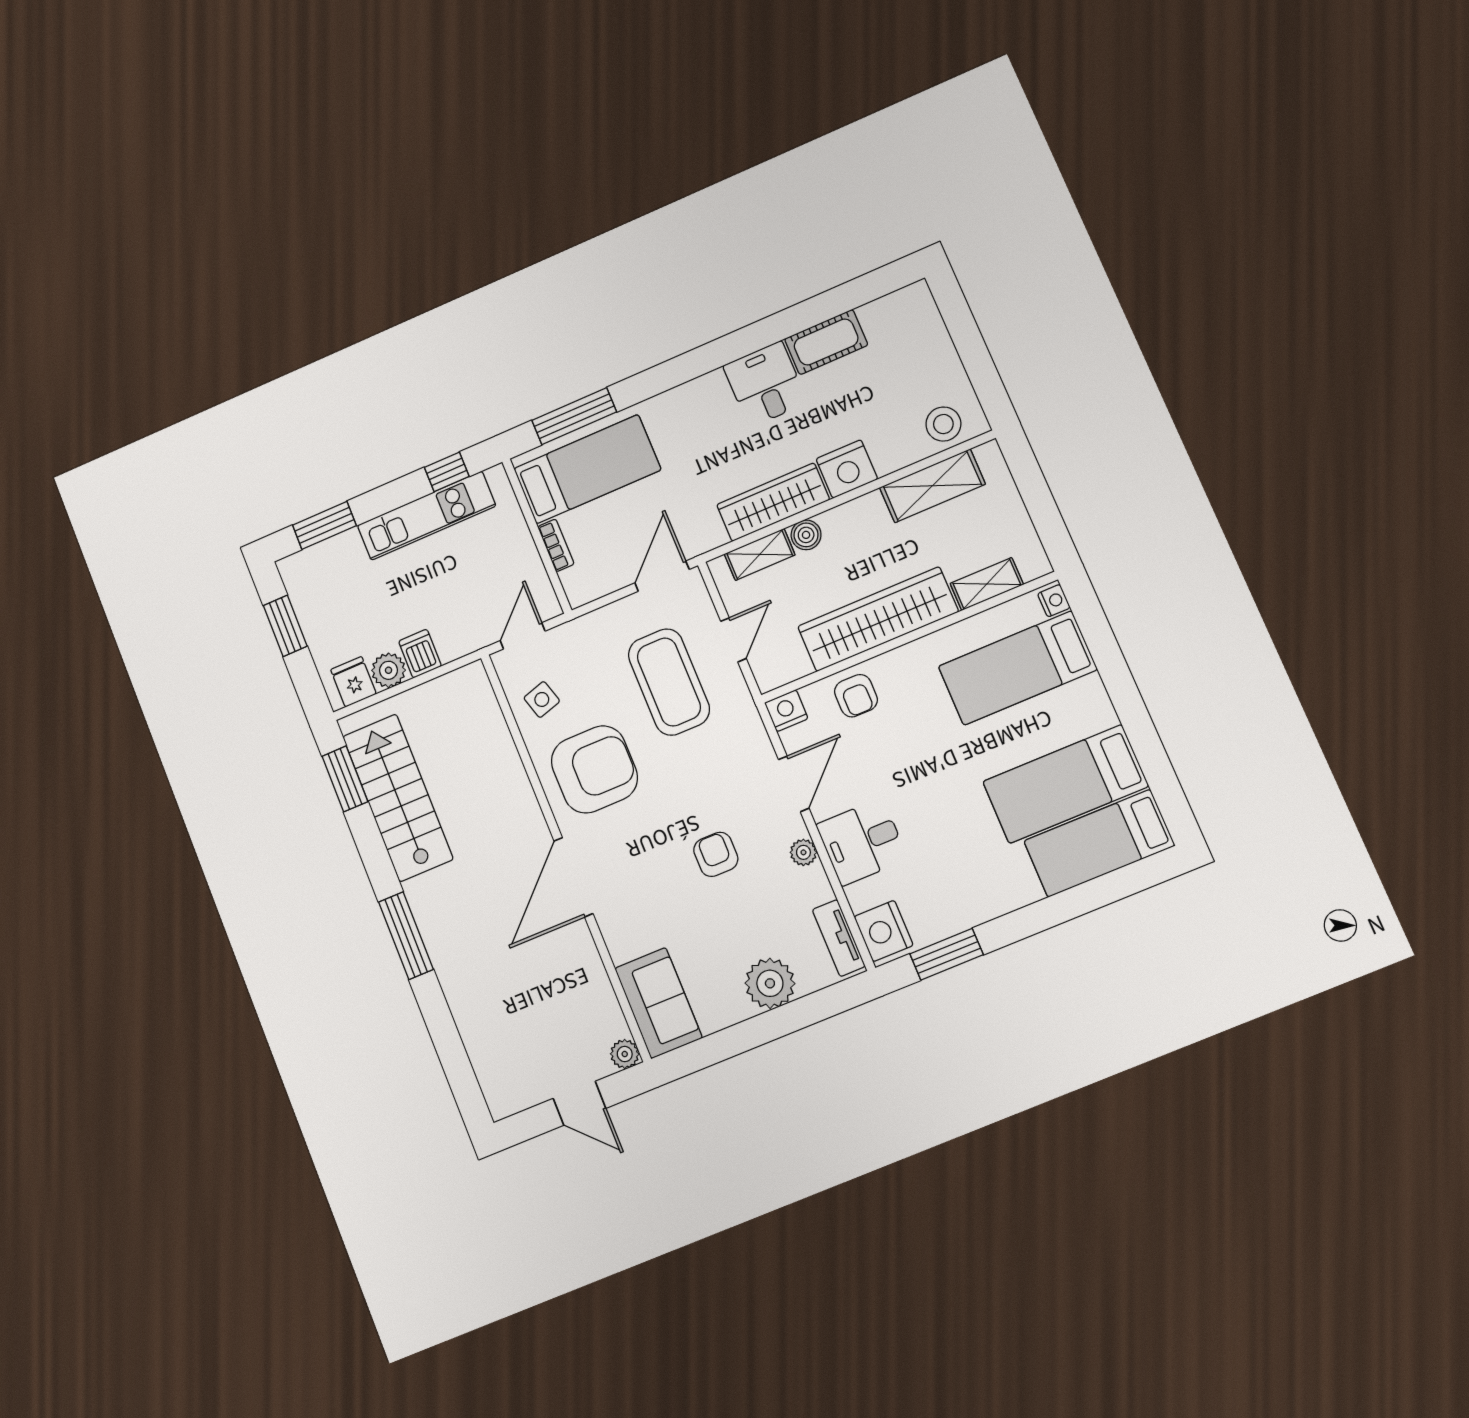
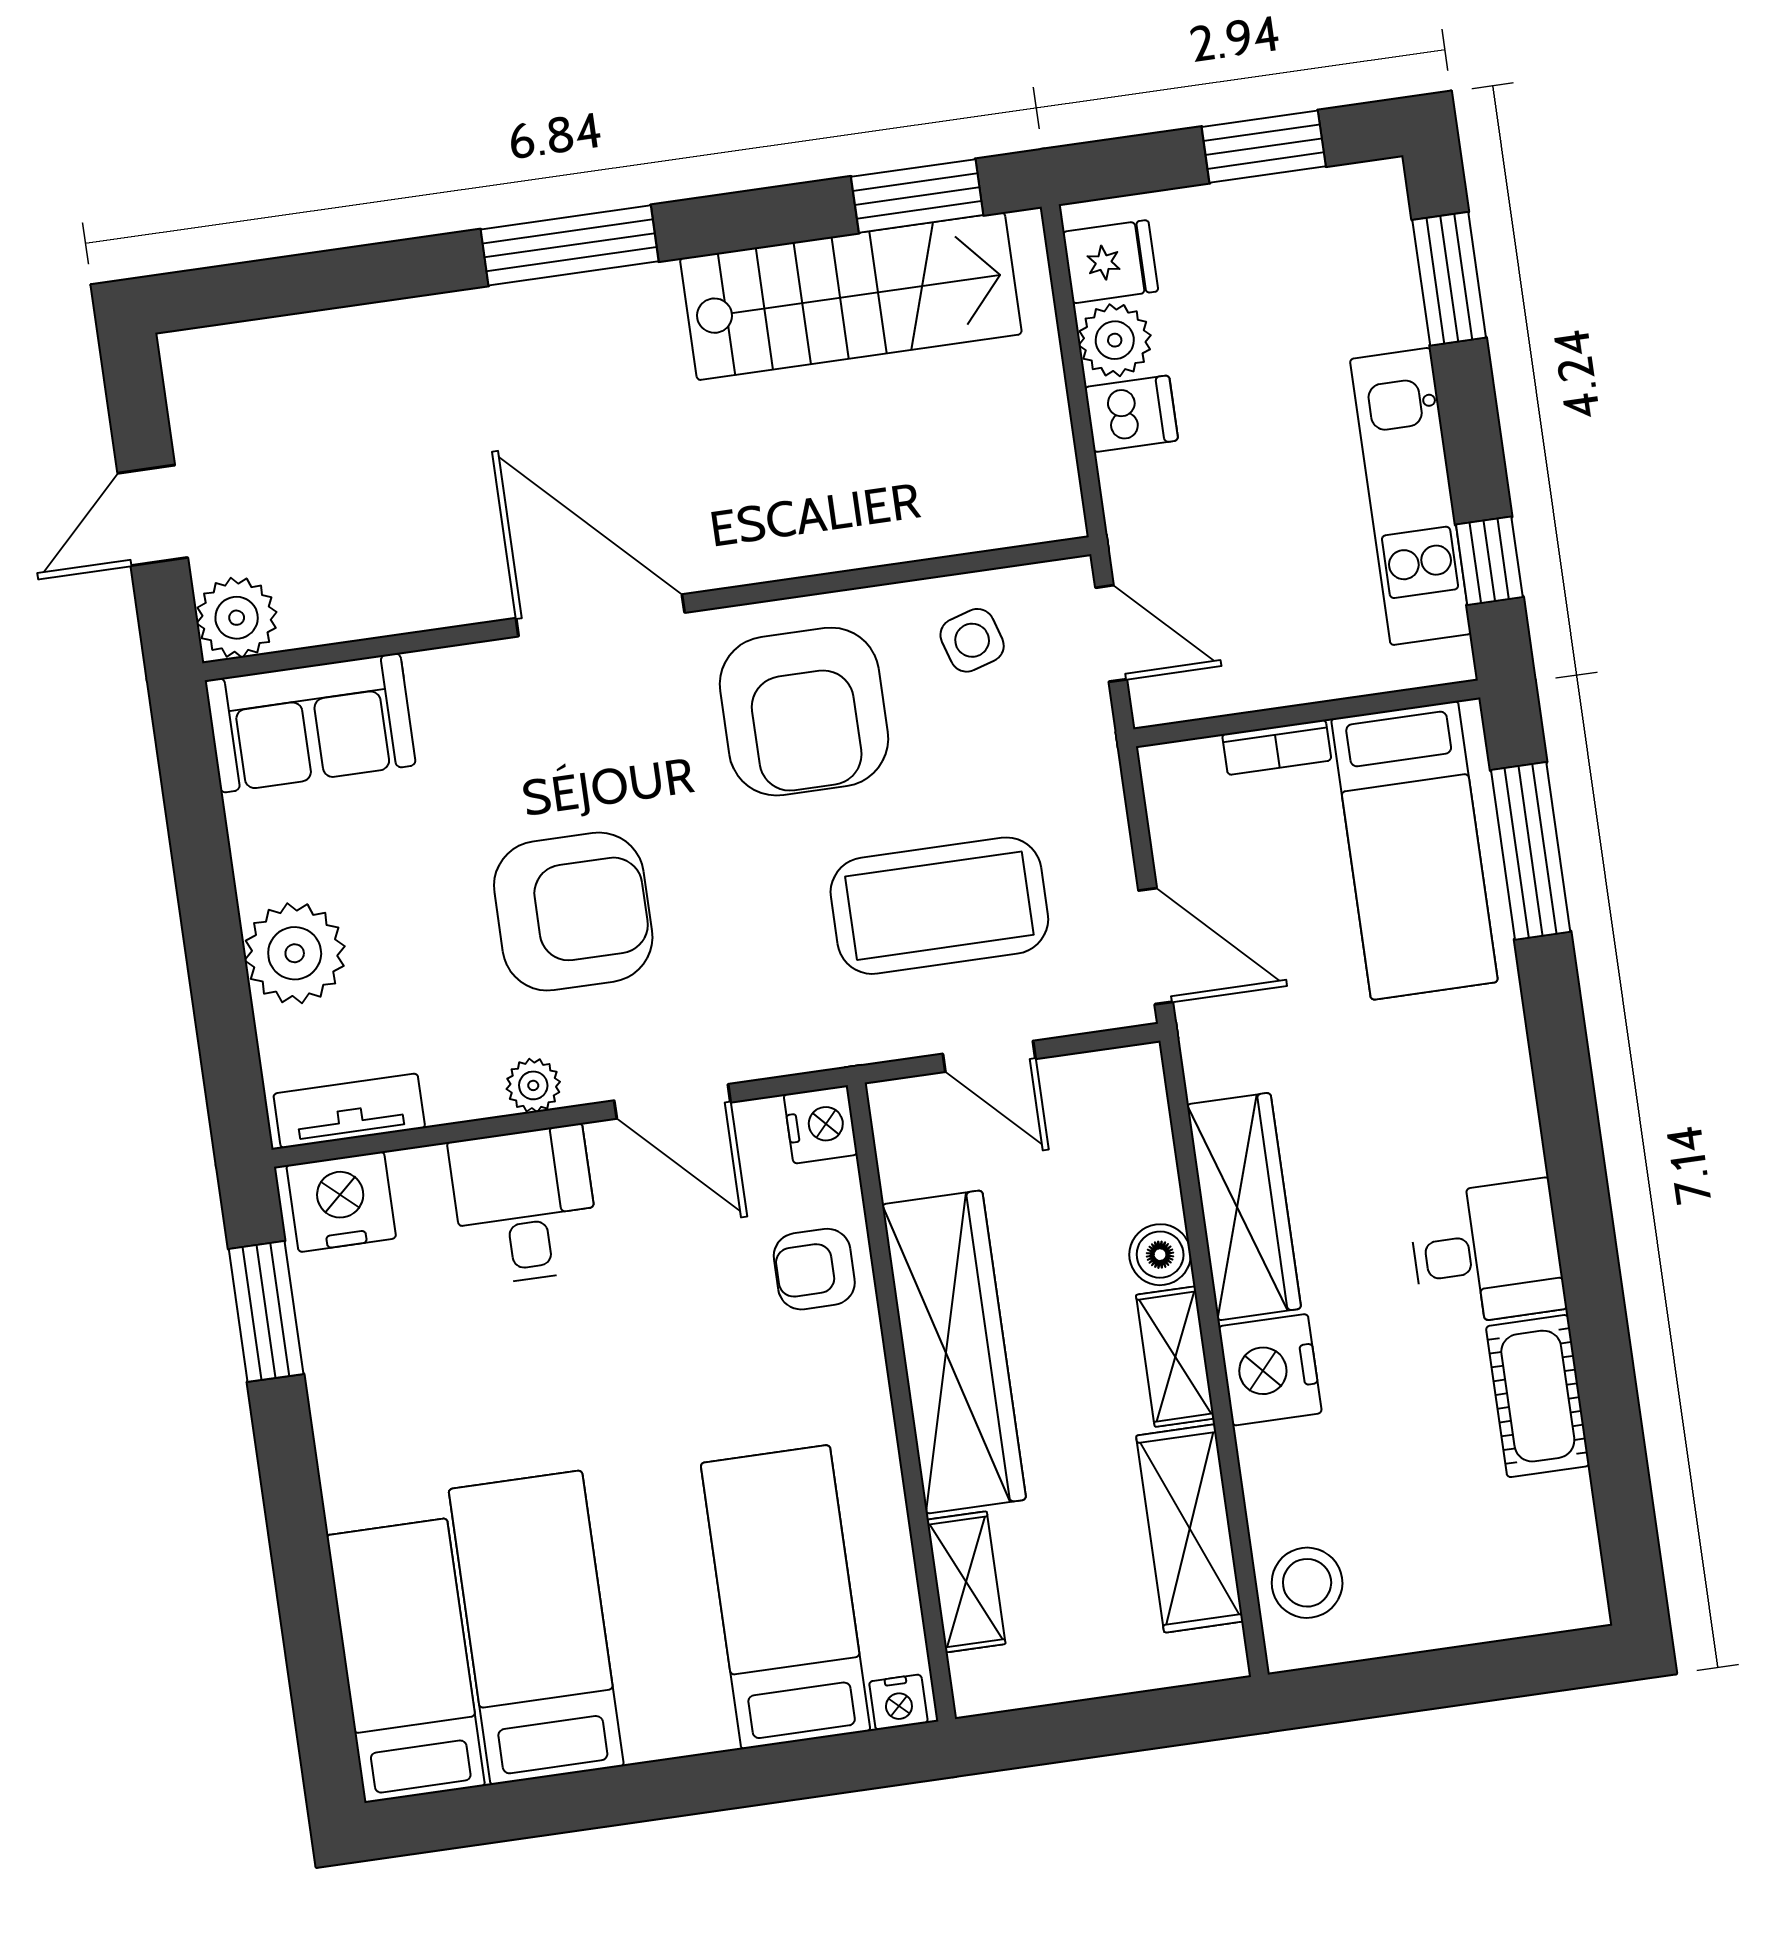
shelving: (760, 554) -> (1175, 1357), moved
armchair: (716, 854) -> (573, 912), width x1.88, depth x1.88
plant: (625, 1054) -> (237, 618), width x1.38, depth x1.38

